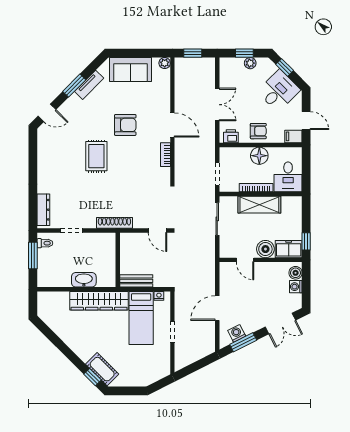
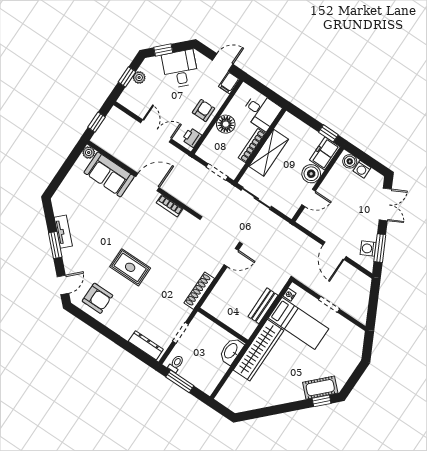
sofa: (131, 69) -> (109, 174), moved, turned 90
armchair: (125, 125) -> (97, 298), moved, turned 90
wall: (118, 260) -> (223, 326), moved

